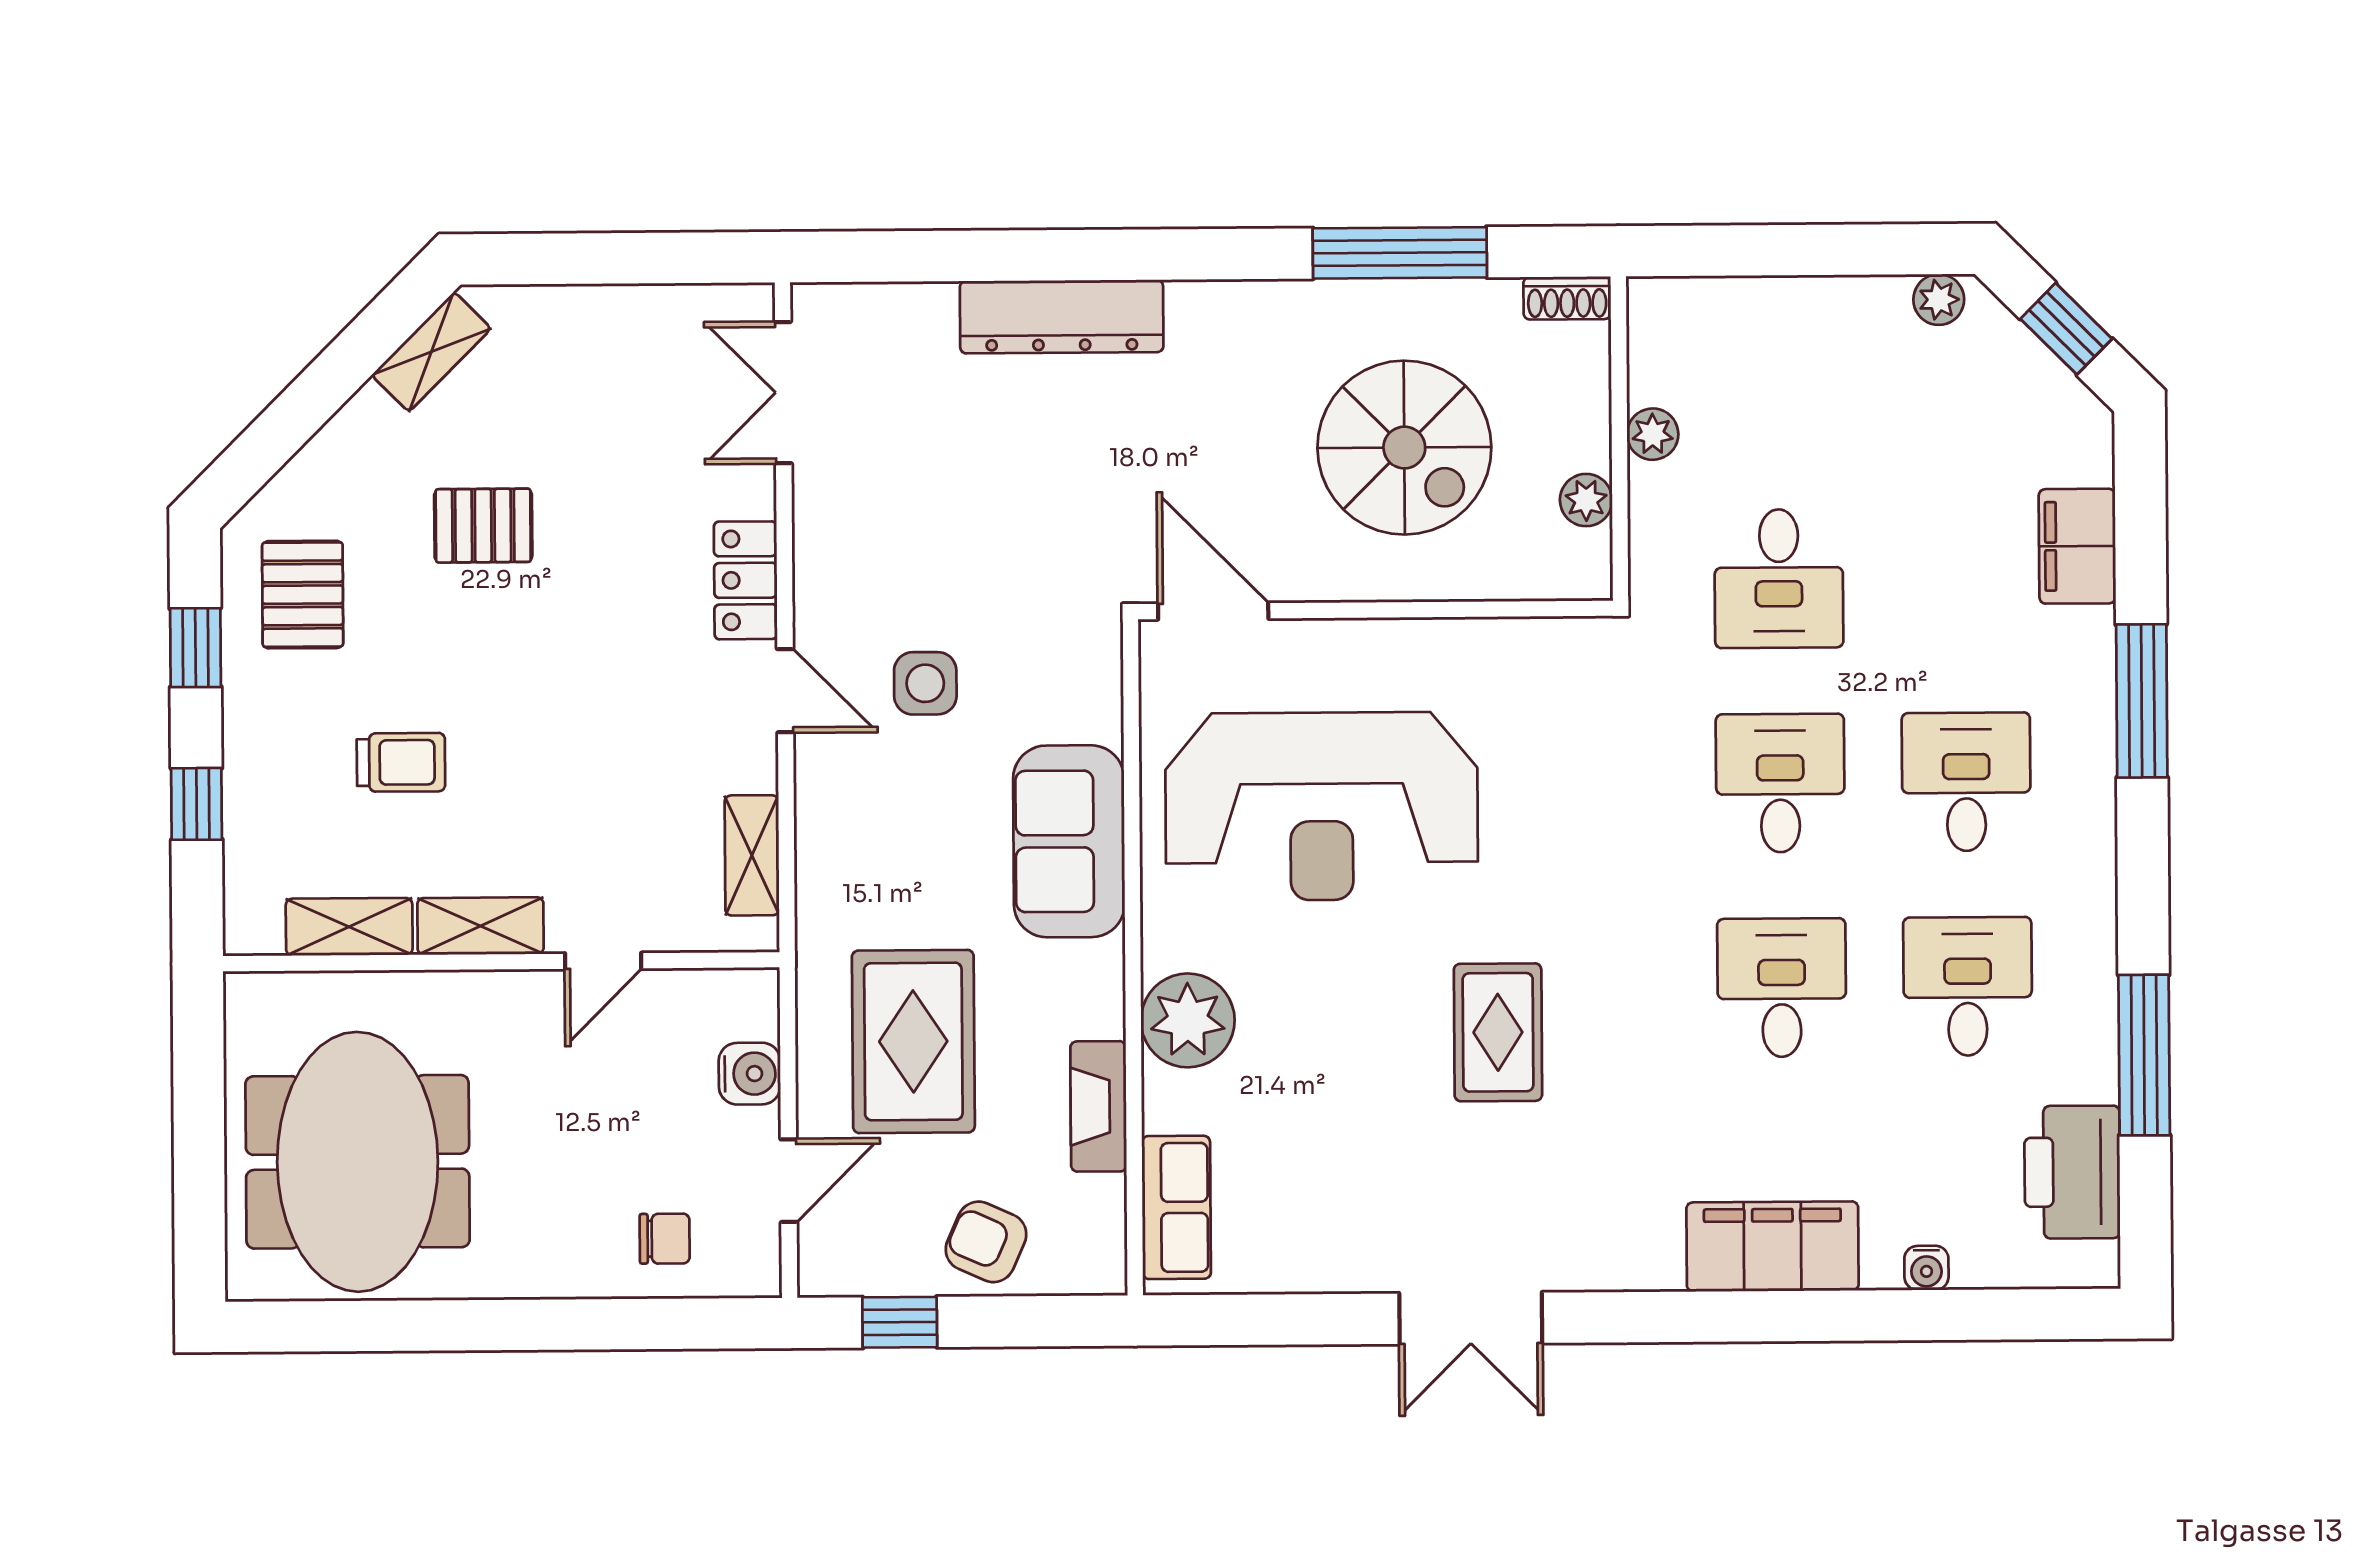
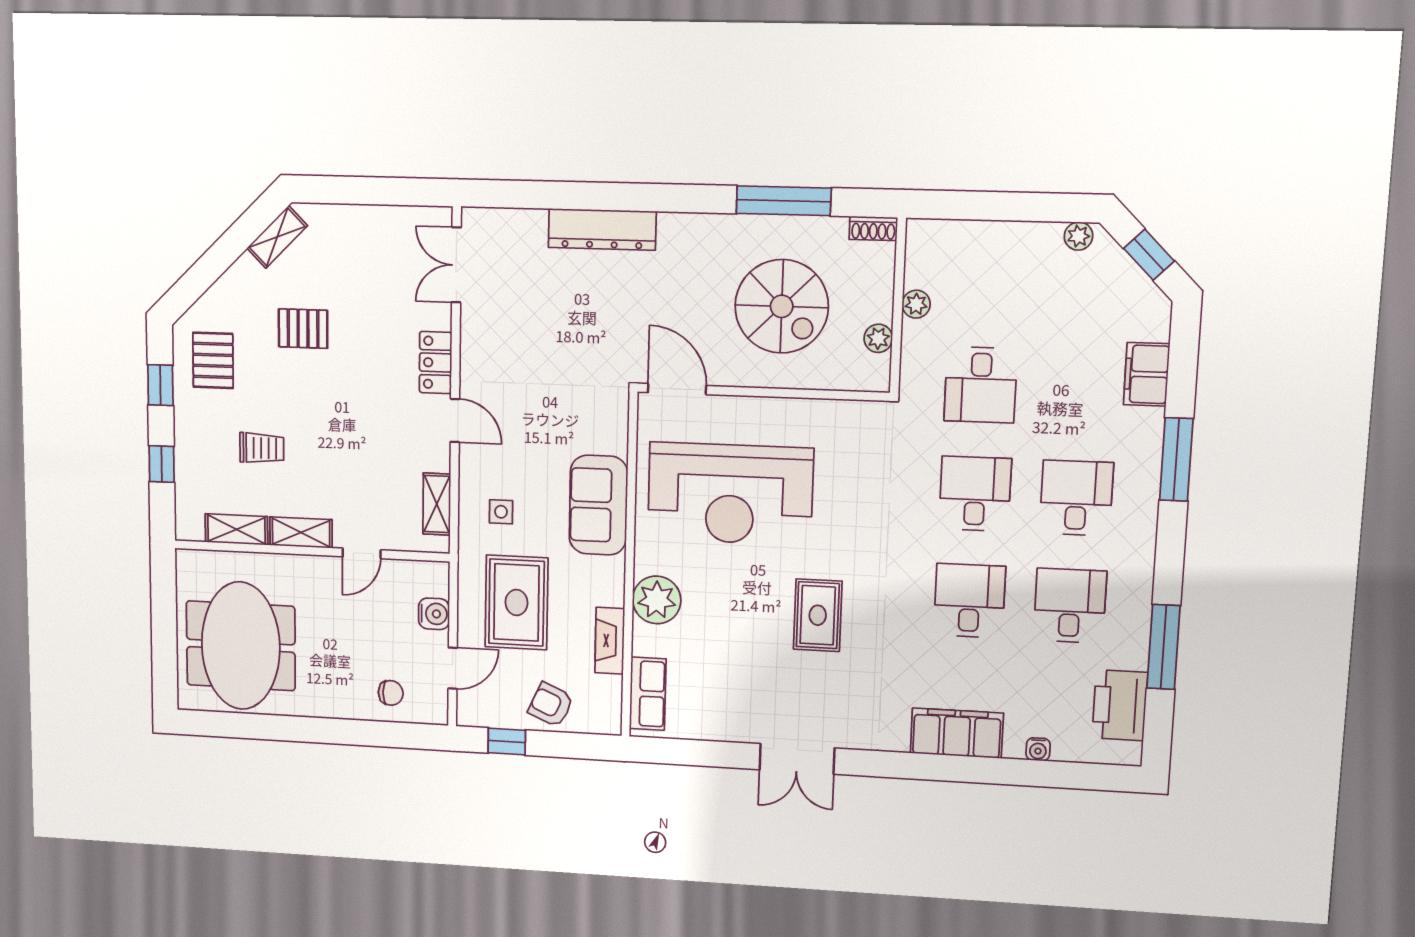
side table: (925, 683) -> (501, 512), moved, width x0.73, depth x0.73

